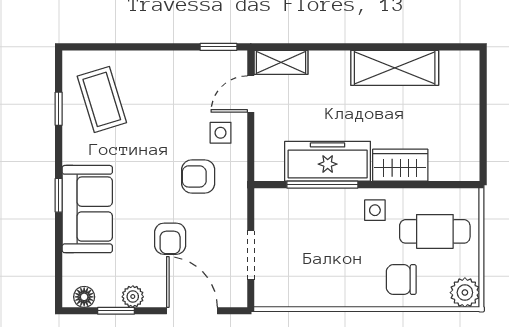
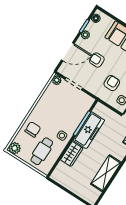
plant: (266, 296) -> (57, 80), added

